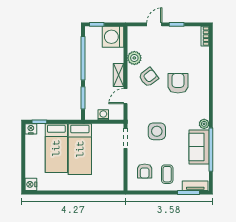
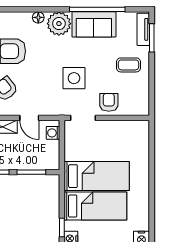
floor lamp: (204, 103) -> (38, 17), added
washing machine: (103, 115) -> (53, 133), moved
plant: (204, 124) -> (59, 24), width x1.88, depth x1.88
armchair: (145, 171) -> (109, 102), moved, turned -90

